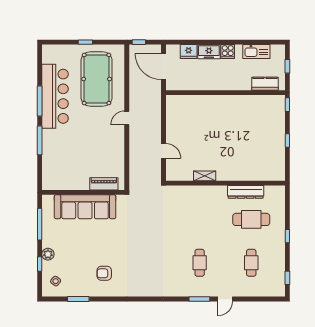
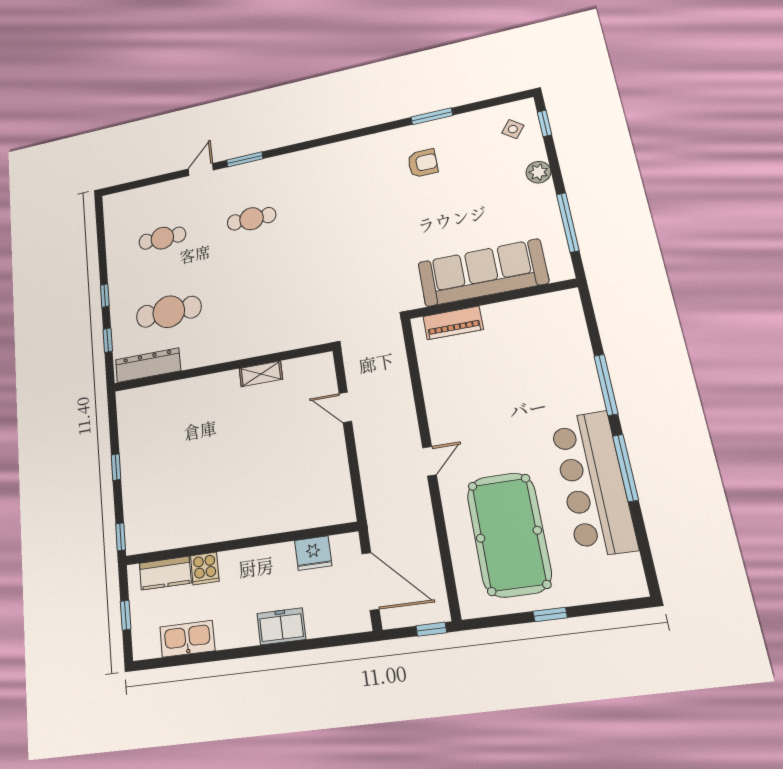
cooker: (228, 51) -> (205, 568), moved, turned 180
fridge: (189, 52) -> (313, 553), moved, turned 180
dresser: (246, 192) -> (148, 365), moved
cafe table: (200, 263) -> (252, 219), turned 90
cafe table: (251, 263) -> (162, 238), turned 90
window: (40, 264) -> (545, 123), moved
window: (287, 278) -> (108, 340), moved
window: (78, 299) -> (432, 116), moved

